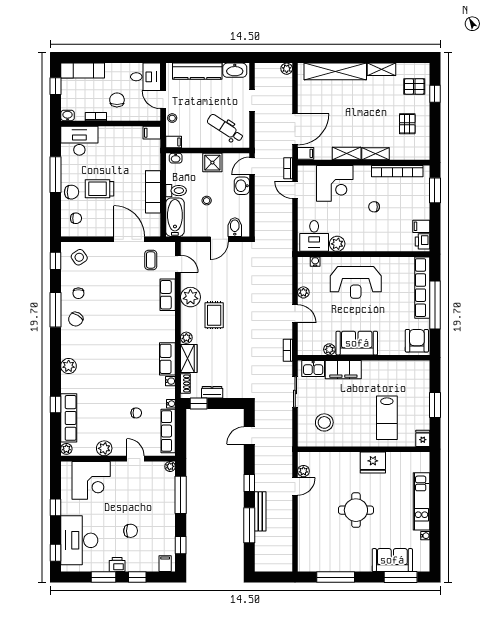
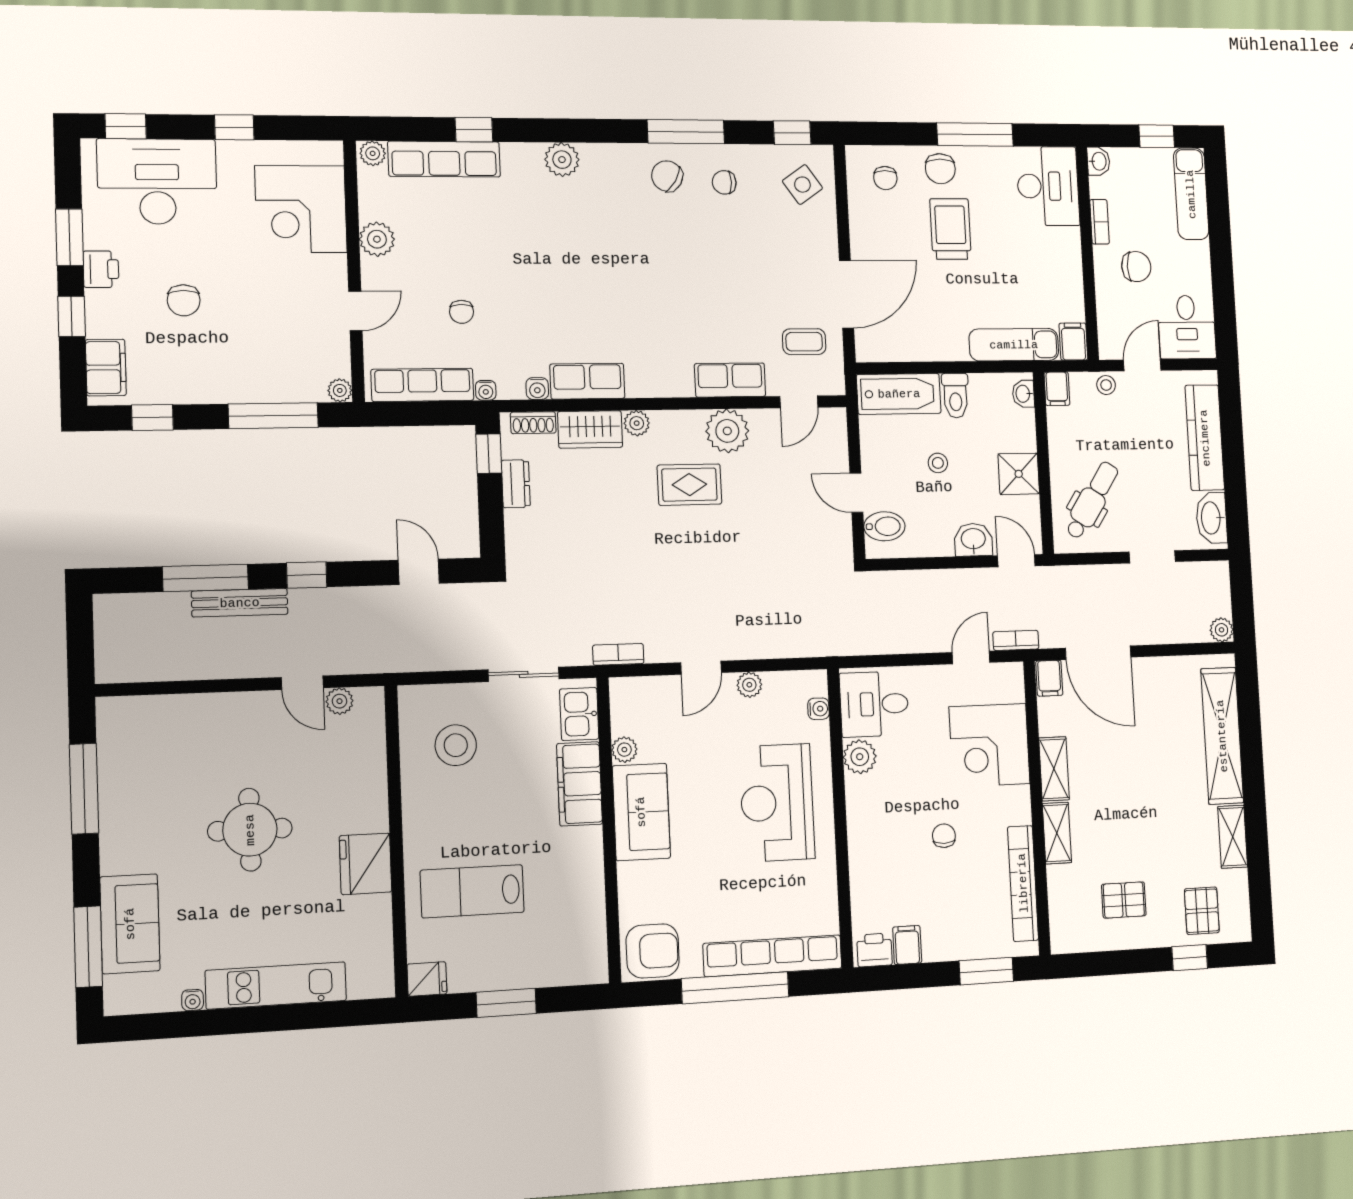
exam couch: (153, 192) -> (1014, 345), moved
filing cabinet: (165, 564) -> (106, 368), width x2.00

